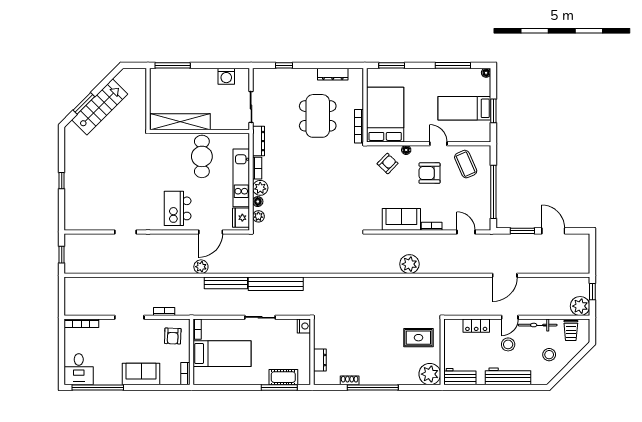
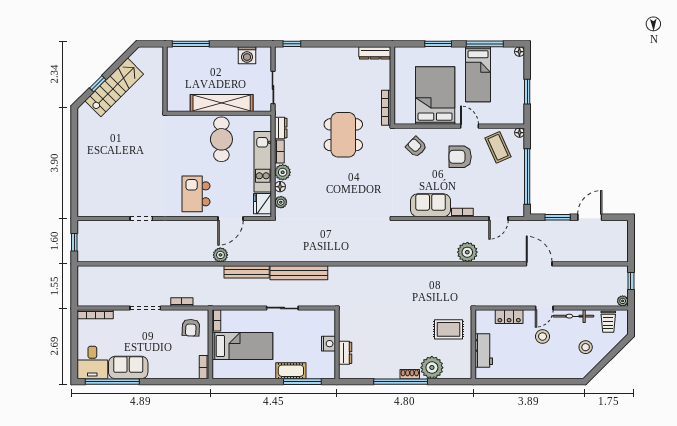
window: (284, 65) -> (292, 44), moved
window: (392, 65) -> (438, 44), moved
dresser: (333, 74) -> (375, 53), moved
window: (84, 103) -> (98, 84), width x0.67
bed: (464, 108) -> (478, 74), moved, turned -90
bed: (385, 115) -> (435, 96), moved
dining table: (318, 116) -> (343, 135), moved
shelving: (180, 122) -> (222, 103), moved
dresser: (258, 141) -> (281, 128), width x0.70
floor lamp: (406, 150) -> (520, 133), moved
armchair: (388, 164) -> (416, 147), turned -90
window: (62, 181) -> (74, 165), removed
door: (553, 231) -> (590, 217), hinge flipped
door: (466, 232) -> (498, 218), swing flipped
plant: (409, 264) -> (467, 252), moved
door: (505, 275) -> (539, 264), swing flipped
plant: (580, 306) -> (623, 301), width x0.53, depth x0.53
nightstand: (304, 326) -> (328, 344), moved
sofa: (141, 374) -> (128, 367), moved
plant: (430, 374) -> (432, 368), moved
workbench: (508, 376) -> (542, 370), removed
cot: (283, 377) -> (291, 371), moved
workbench: (460, 377) -> (484, 351), moved, turned 90
shoe rack: (350, 380) -> (410, 374), moved

